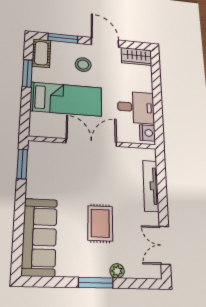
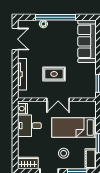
double door: (91, 142) -> (58, 100), width x0.73
rug: (100, 223) -> (54, 74), moved, turned 90
window: (96, 283) -> (56, 17), width x2.11

